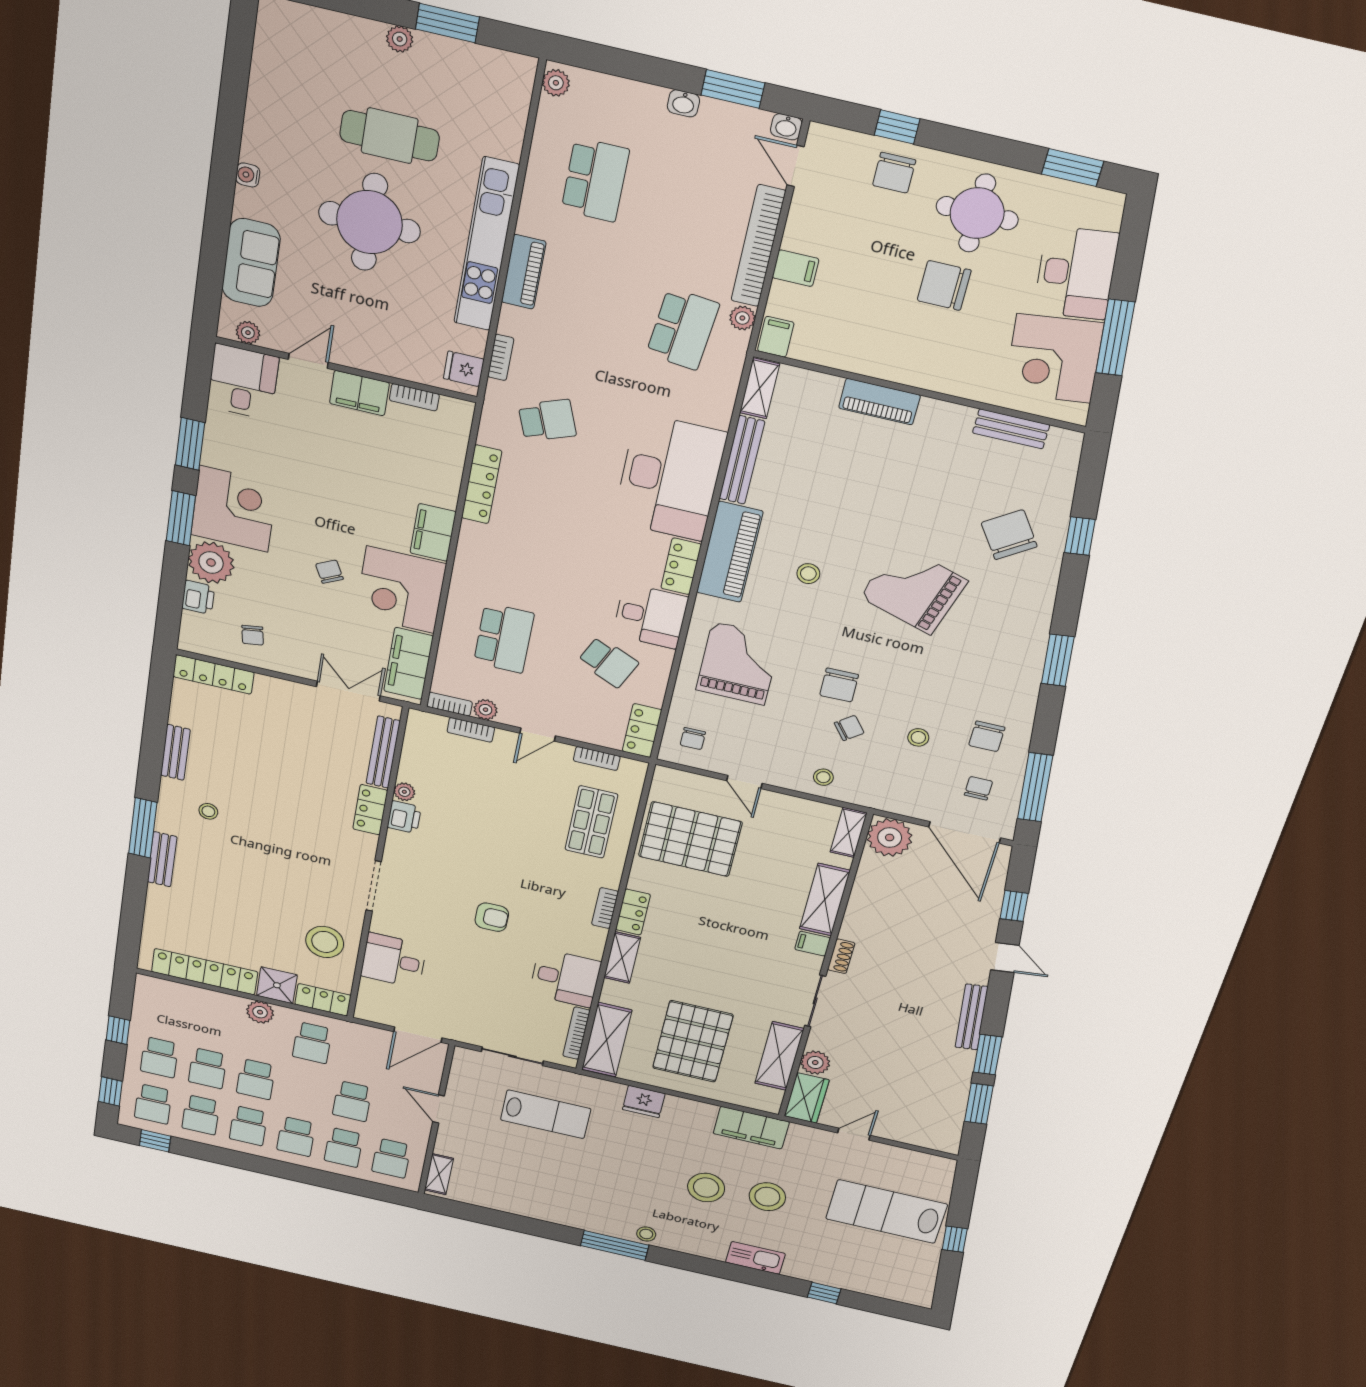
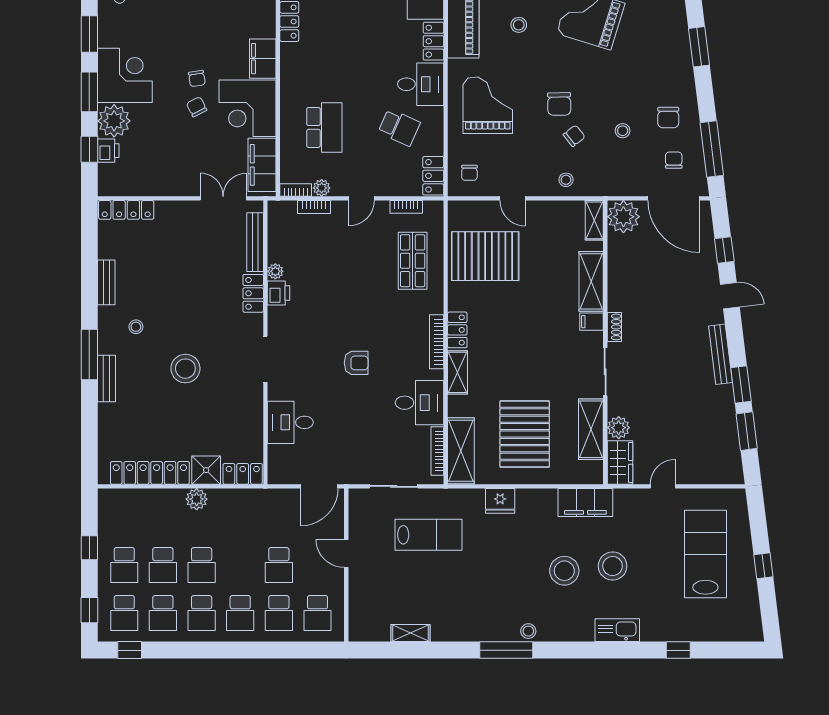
window: (172, 590) -> (89, 149), added
chair: (253, 635) -> (197, 79), moved
bookcase: (605, 908) -> (437, 342), width x1.56
stool: (325, 942) -> (185, 369), moved
school desk: (312, 1043) -> (240, 517), removed
shelving: (439, 1174) -> (410, 633), moved, turned 90
lab bench: (886, 1212) -> (705, 554), turned 90

